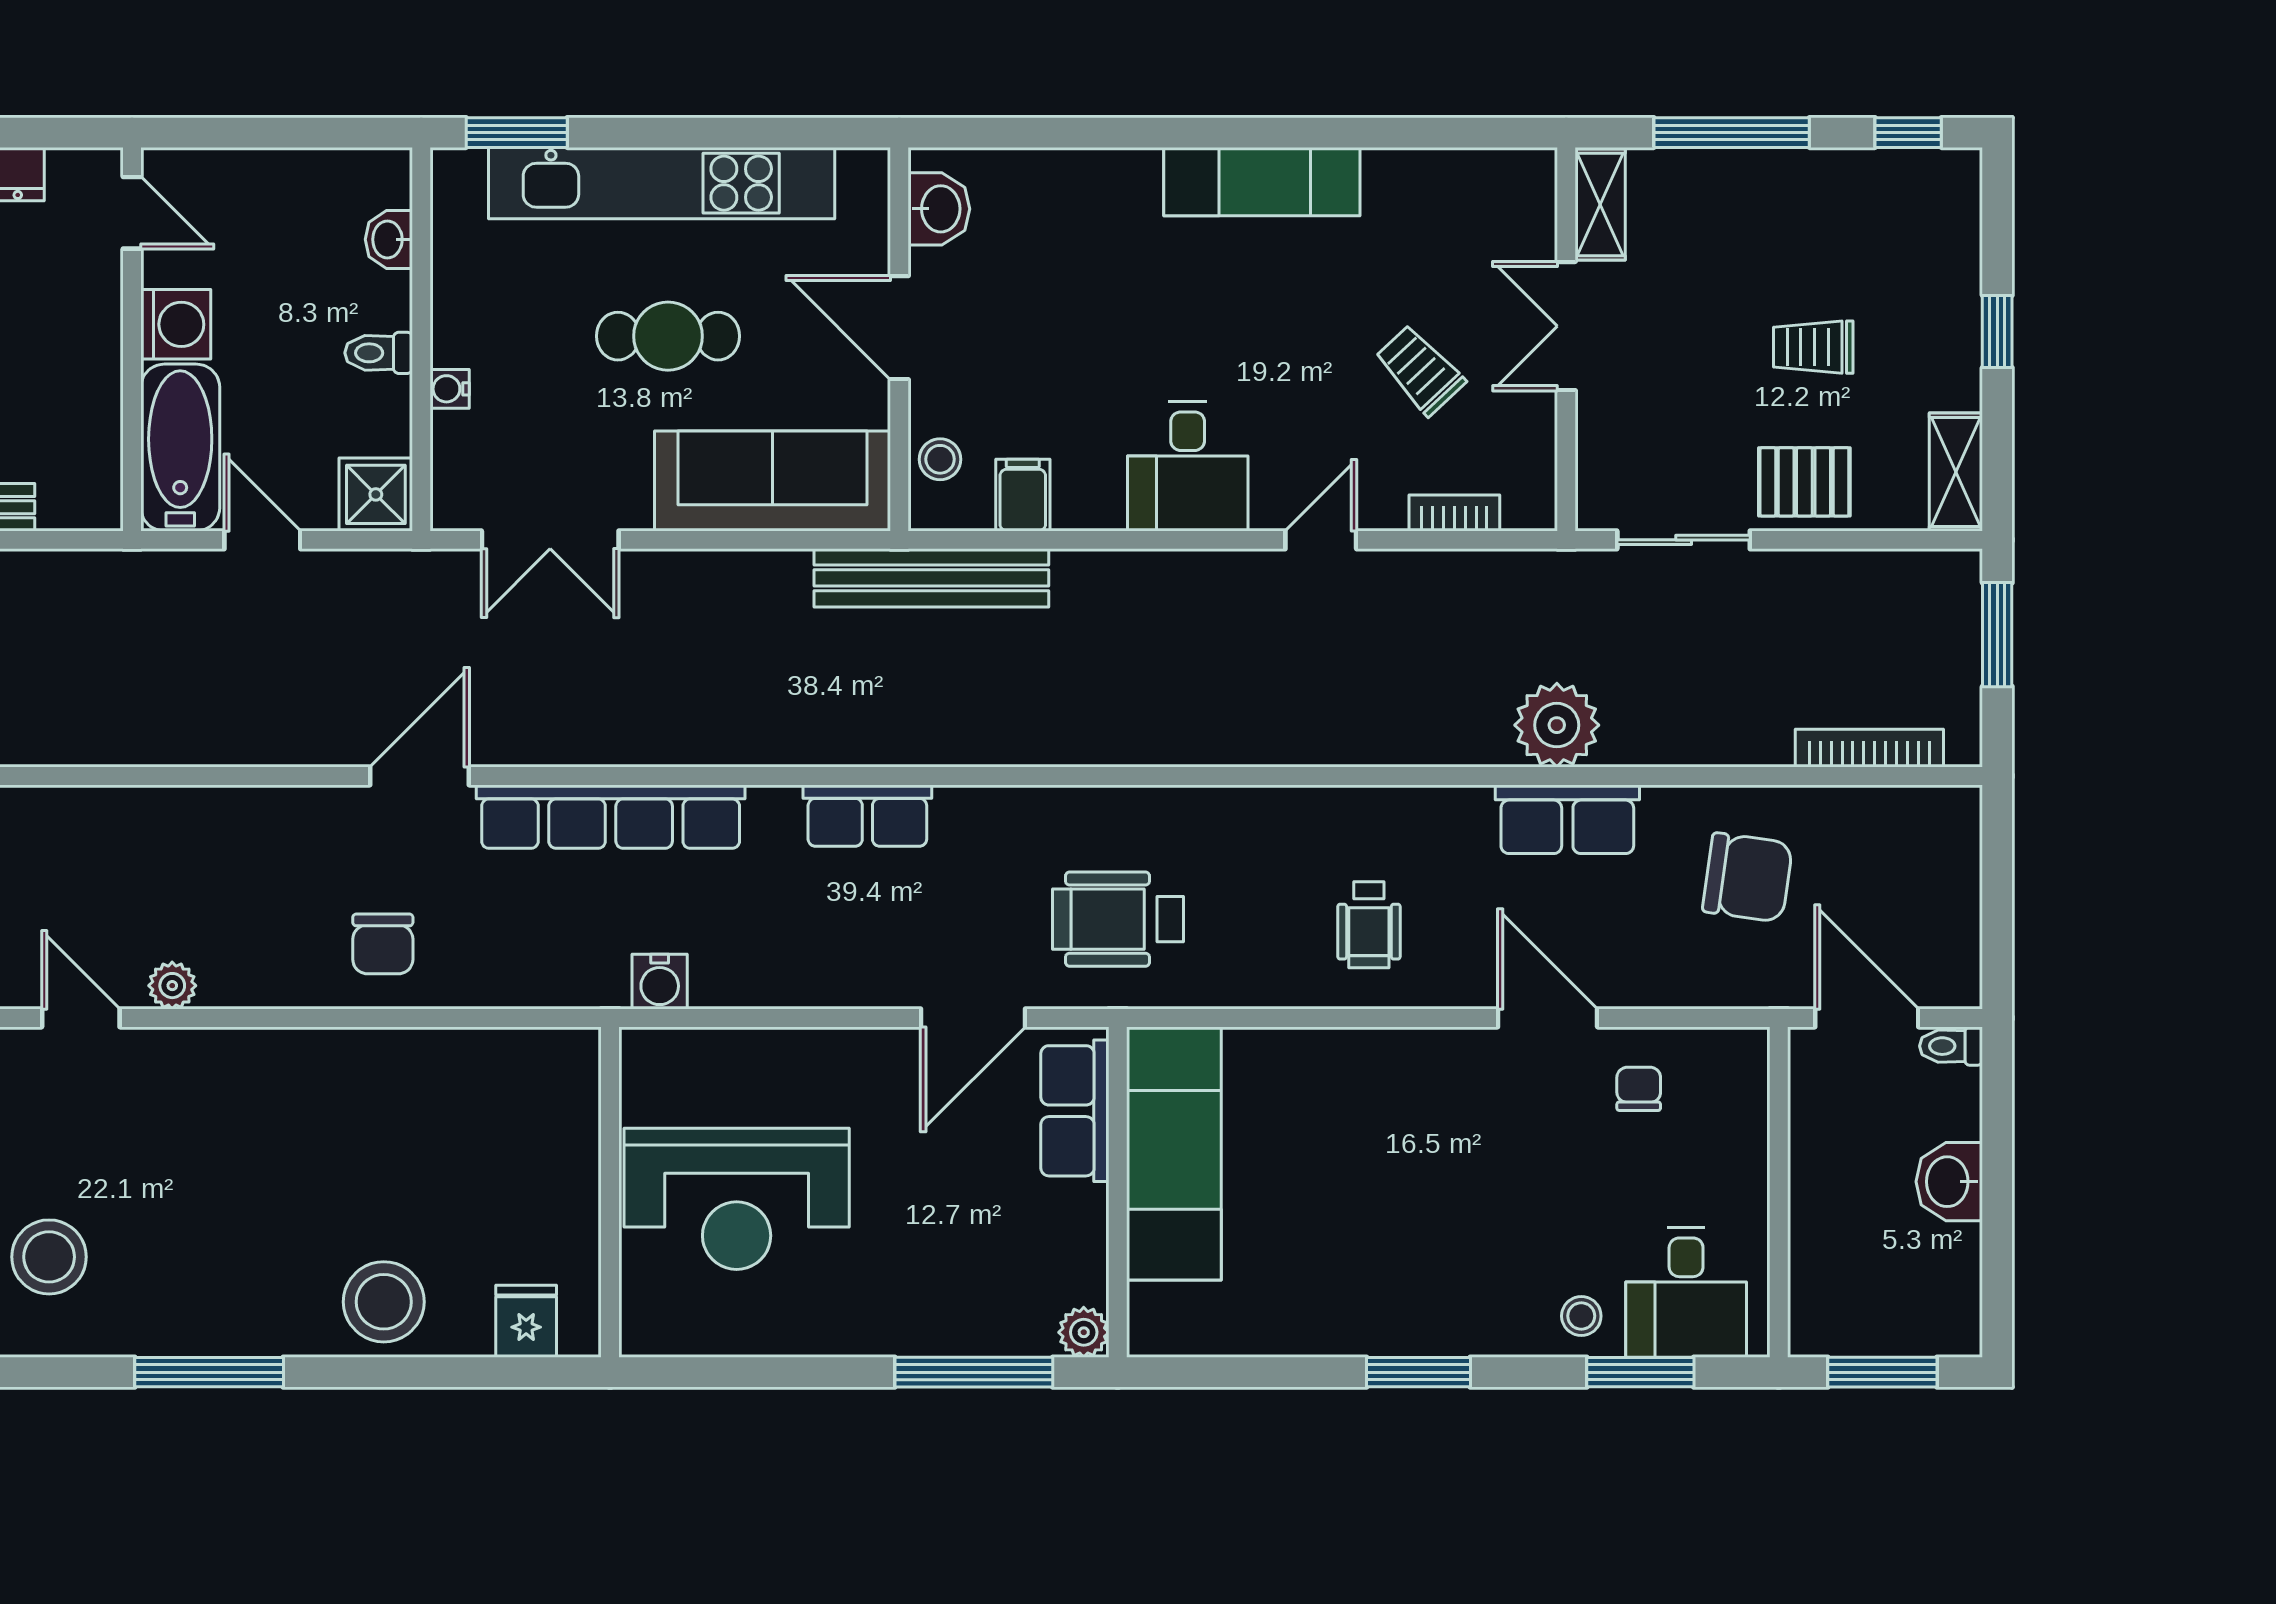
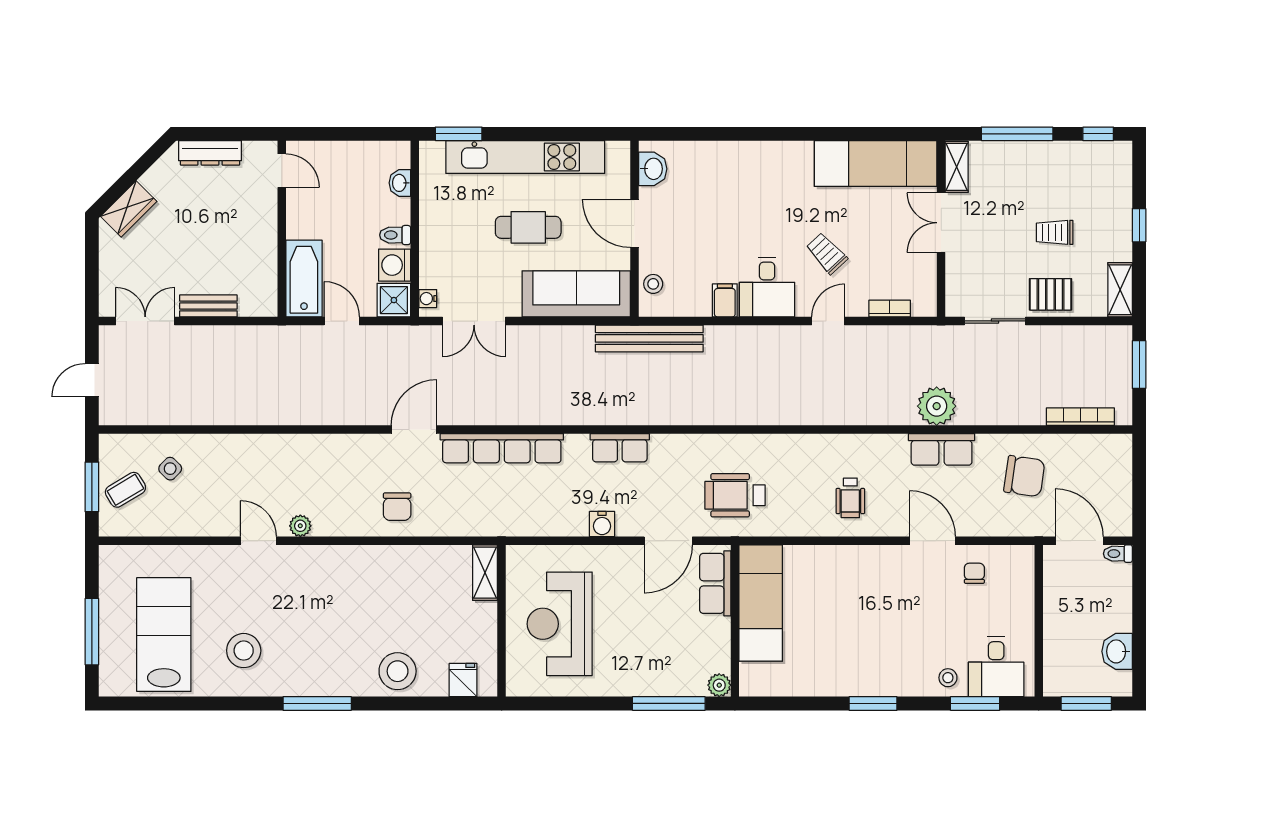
exam couch: (1262, 182) -> (876, 164), moved, width x1.36, depth x1.45
washing machine: (176, 324) -> (395, 265), moved, turned 180
trolley: (1420, 370) -> (827, 253), moved
water cooler: (450, 389) -> (428, 299), moved
filing cabinet: (1023, 495) -> (725, 300), moved
water cooler: (660, 982) -> (602, 524), moved
shelving: (574, 1087) -> (485, 573), added
washbasin: (1949, 1182) -> (1117, 651), moved
reception desk: (737, 1199) -> (560, 624), turned 90

